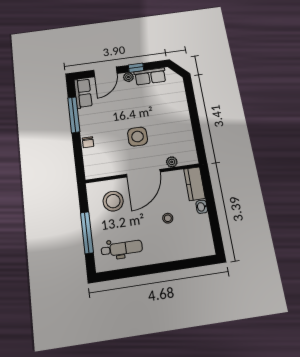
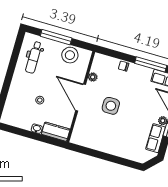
plant: (172, 162) -> (93, 77), moved
stool: (113, 201) -> (70, 55), moved

